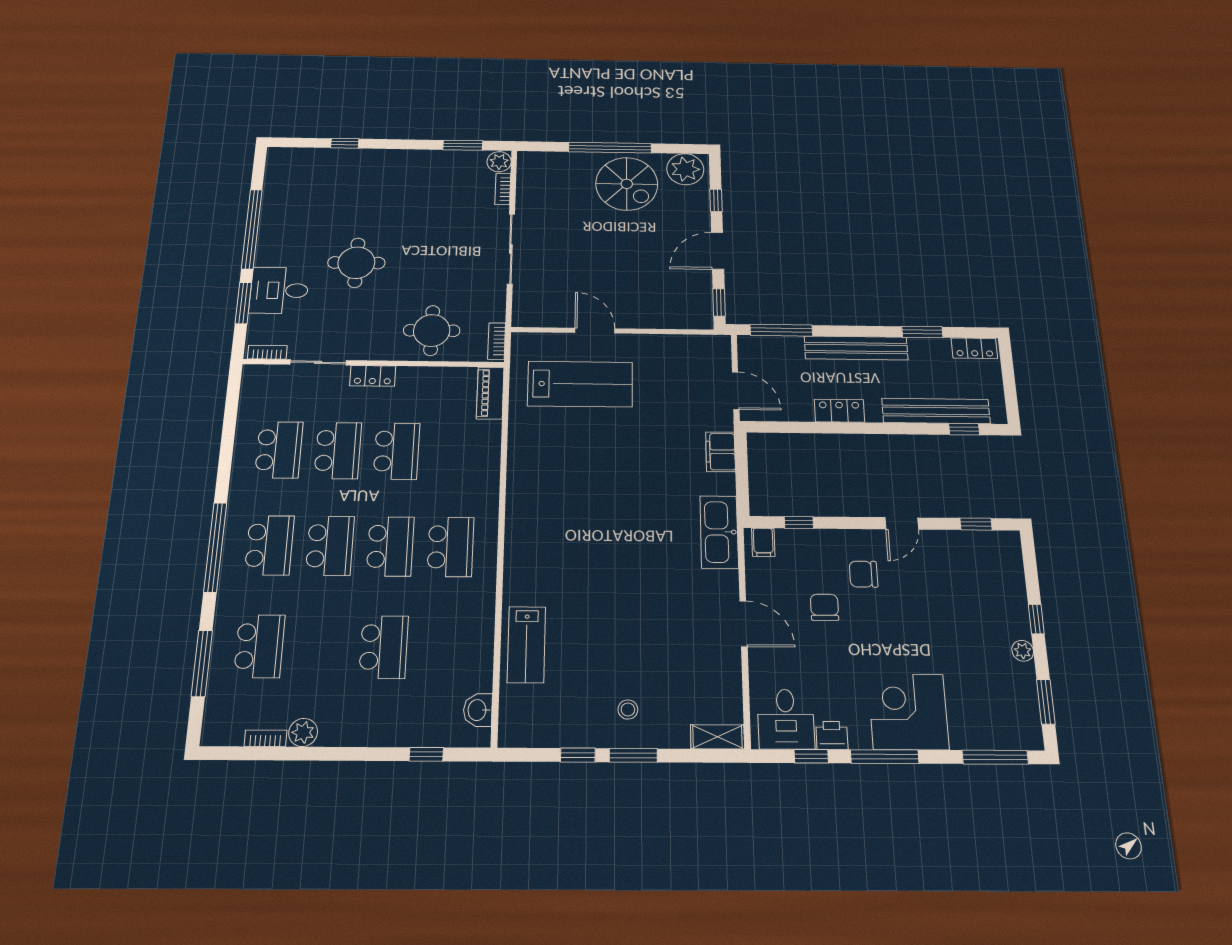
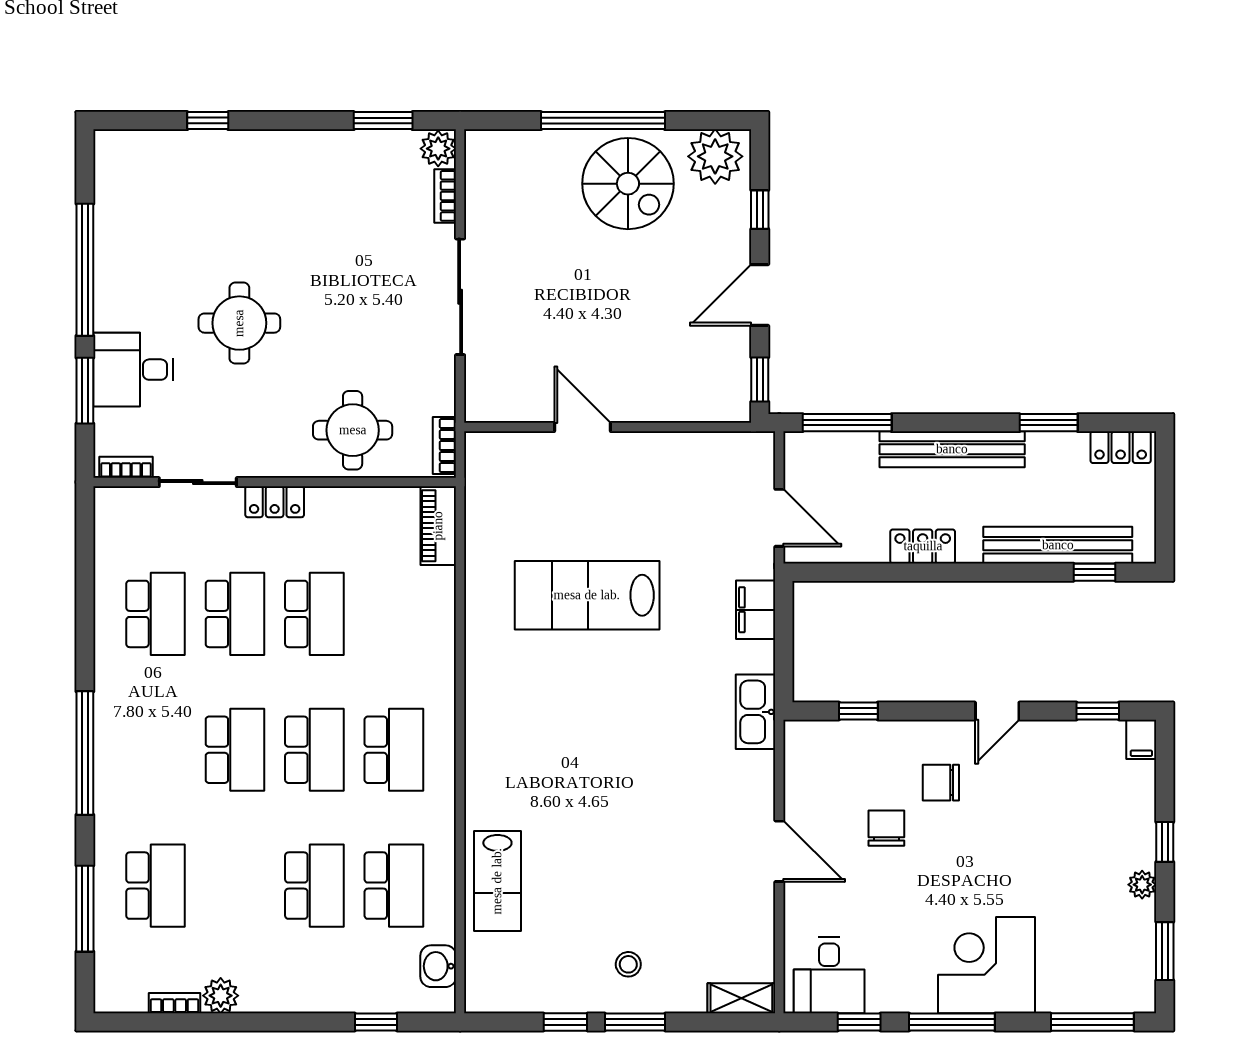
lab bench: (580, 384) -> (587, 595), moved, turned 180
kitchen sink: (719, 532) -> (755, 712), width x0.73, depth x0.81
filing cabinet: (763, 542) -> (1141, 739), moved
school desk: (269, 545) -> (394, 886), moved
printer: (832, 735) -> (887, 996), removed

